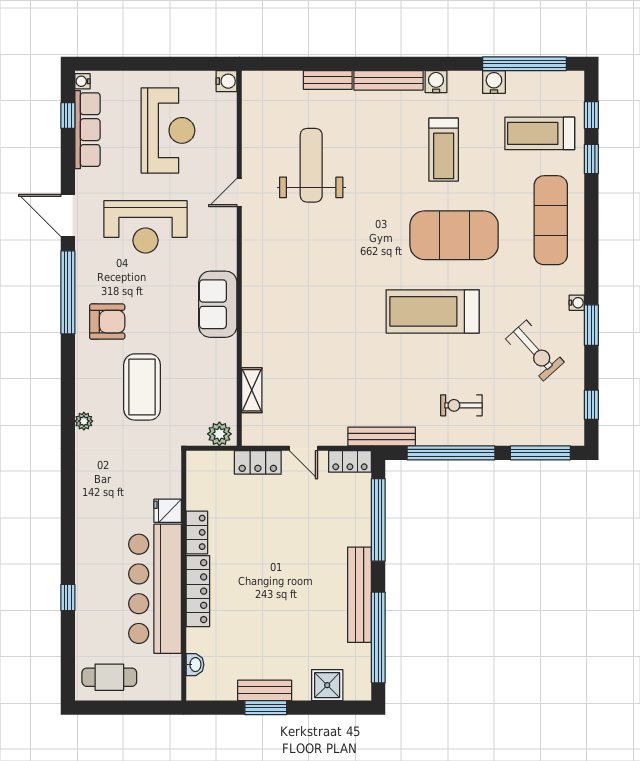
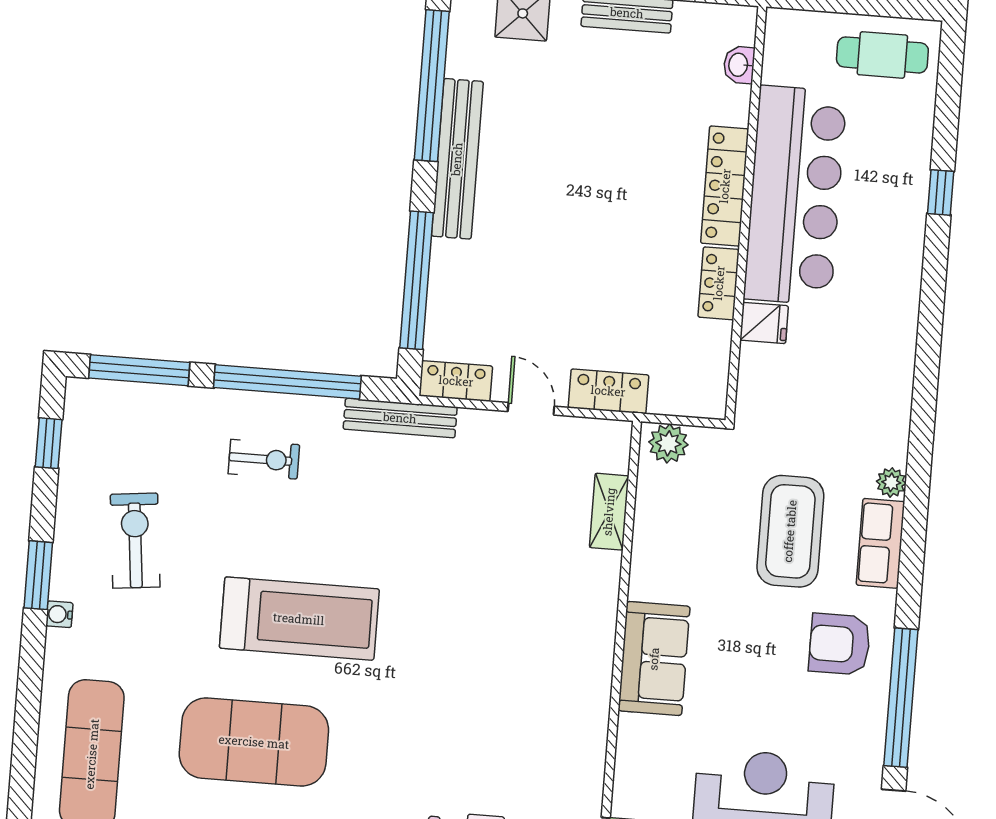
exercise bike: (535, 350) -> (135, 541), turned 36
row of seats: (87, 384) -> (880, 543), added

